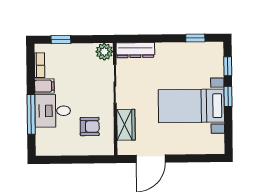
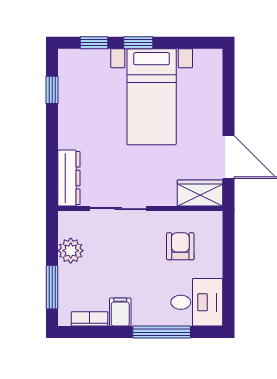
window: (61, 39) -> (52, 287), width x1.50
plant: (104, 52) -> (71, 251), moved
desk: (53, 111) -> (197, 302), moved, turned -90
wardrobe: (126, 125) -> (200, 193), moved

